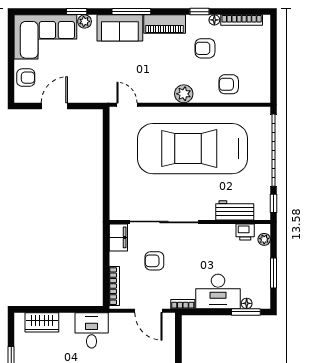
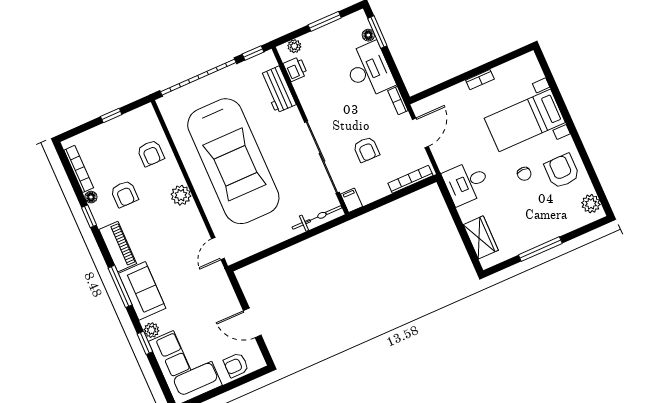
window: (273, 66) -> (111, 116), added
armchair: (26, 78) -> (236, 365), turned -90
bicycle: (117, 196) -> (317, 217), added
filing cabinet: (118, 237) -> (352, 200), width x0.50

